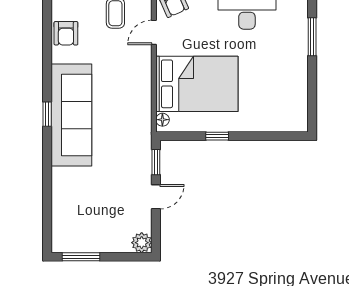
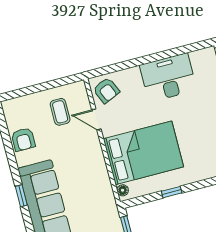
door: (154, 32) -> (96, 119), hinge flipped
window: (47, 114) -> (21, 196), moved

